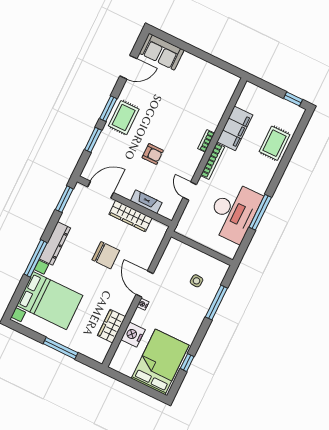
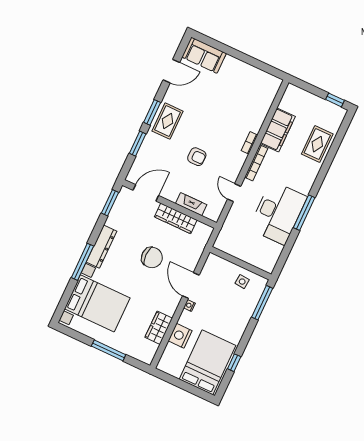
wall: (202, 248) -> (241, 263), moved

